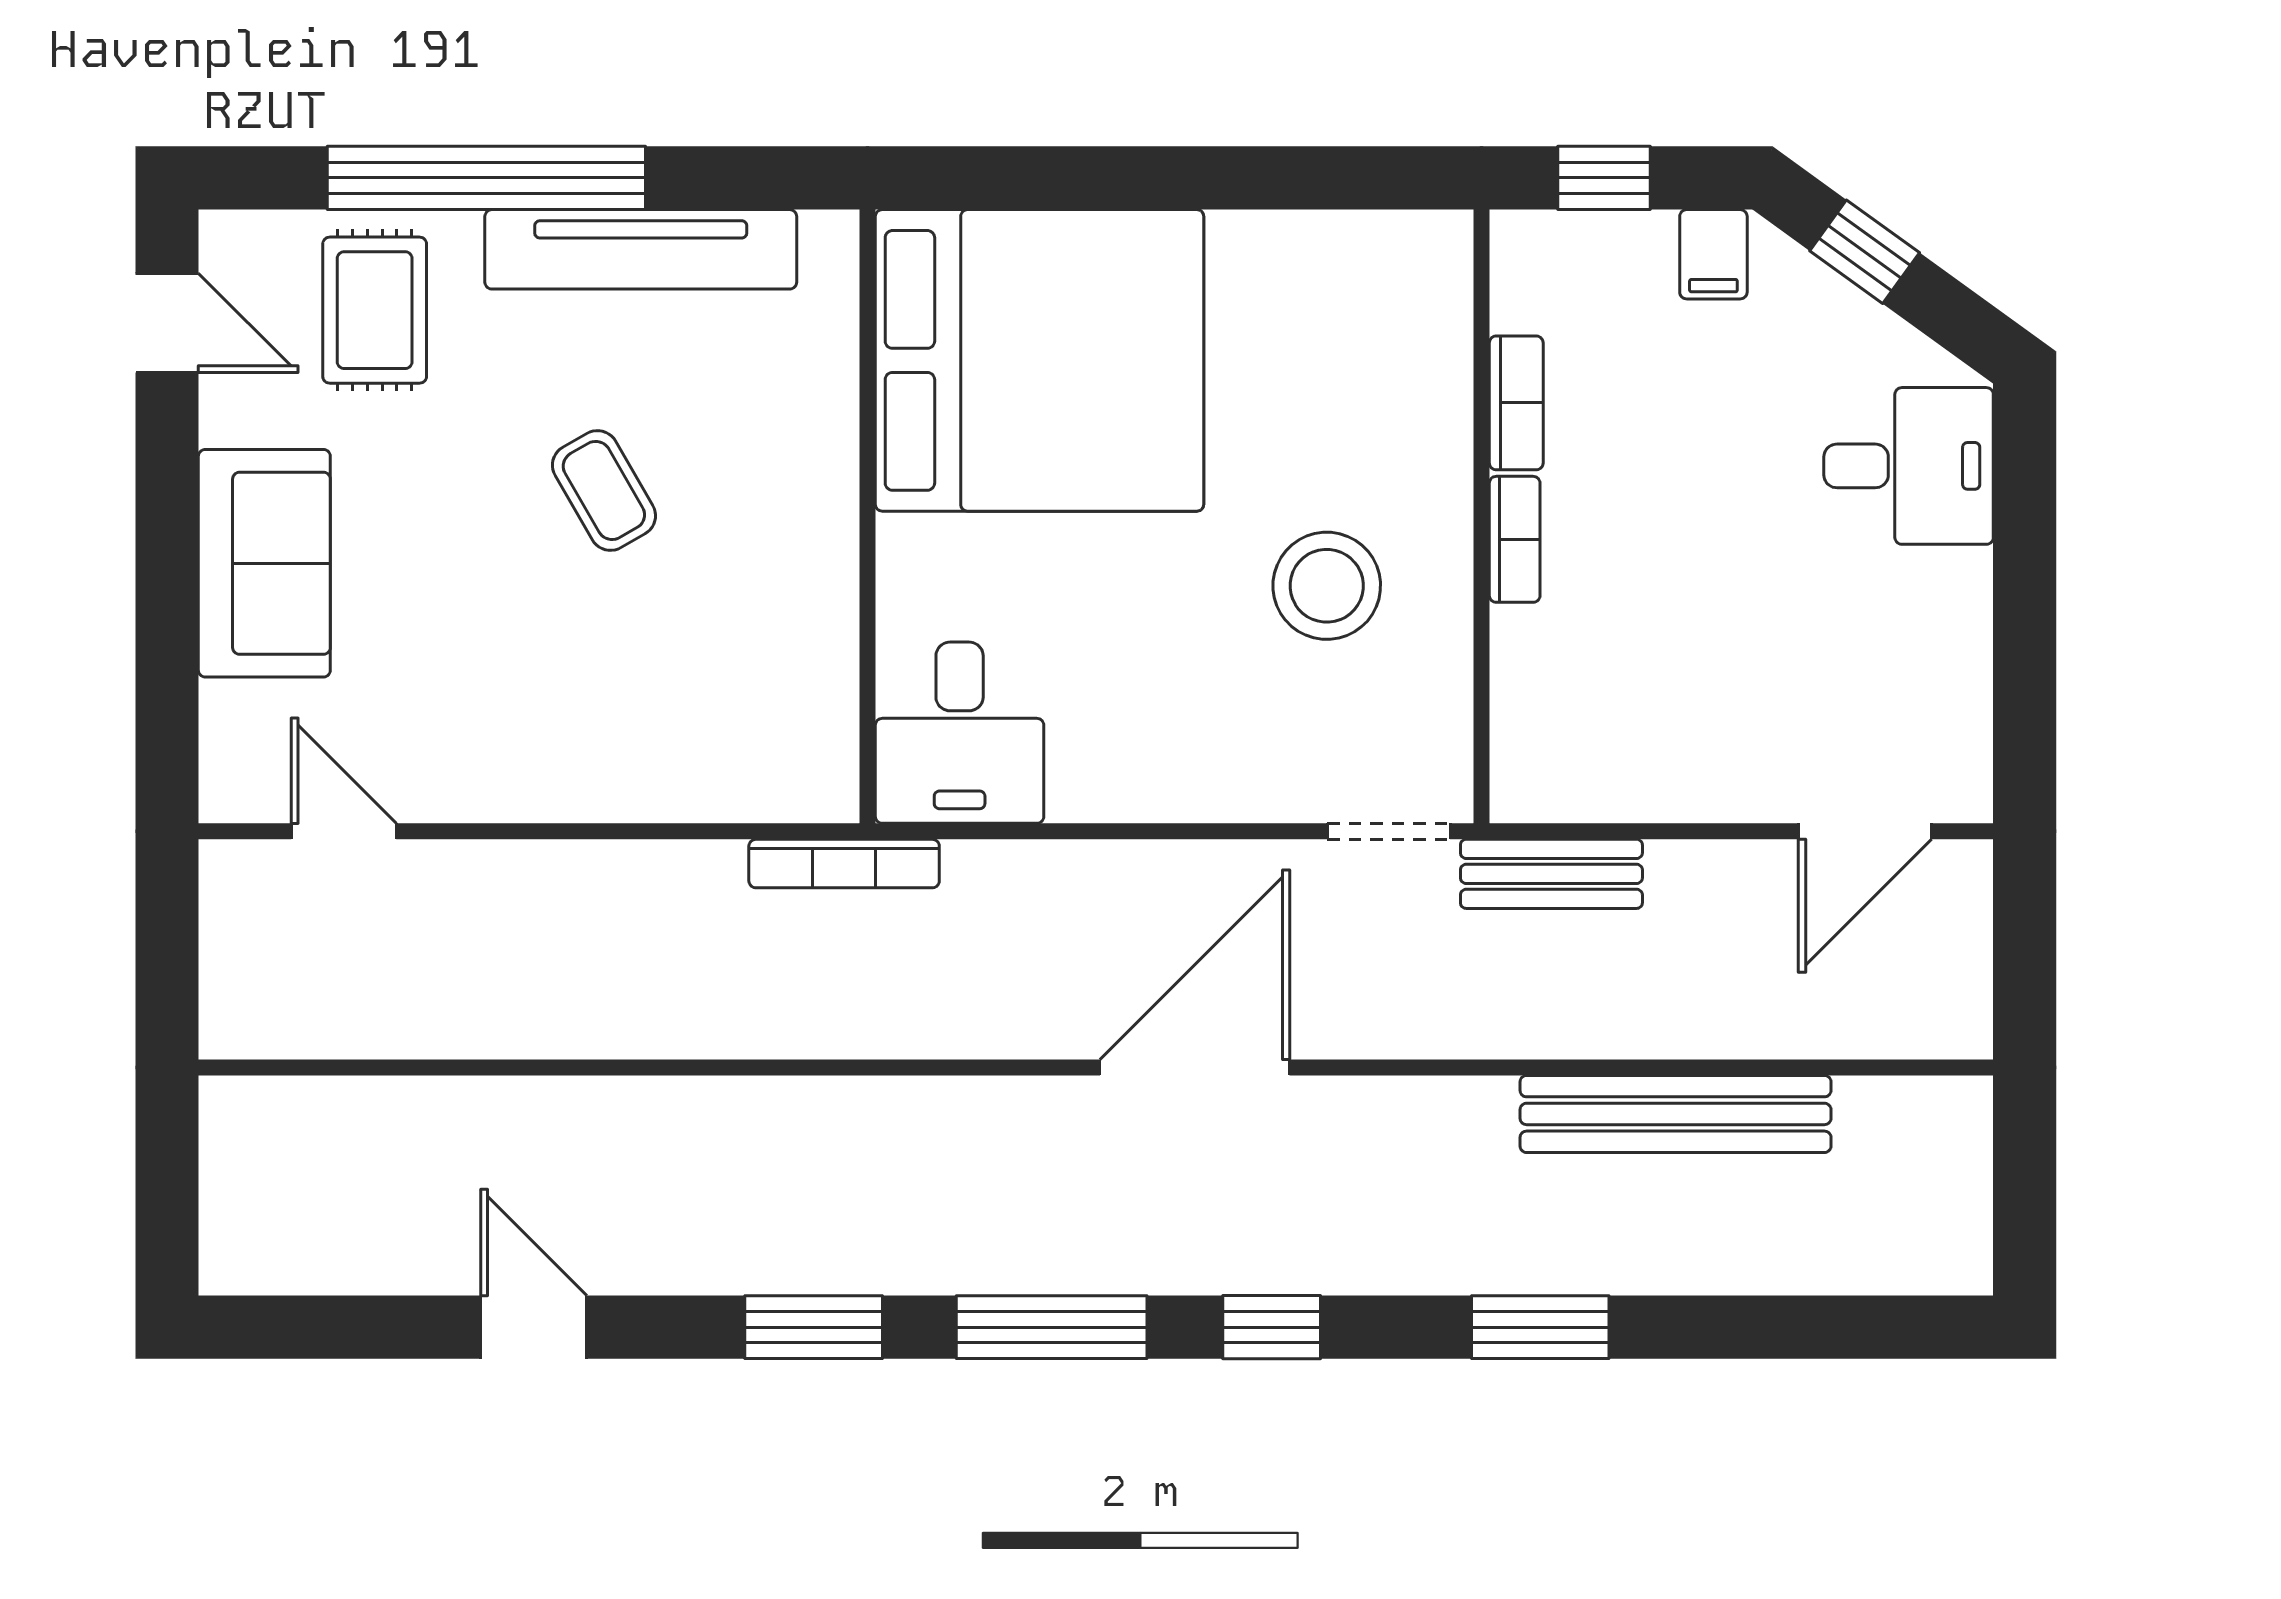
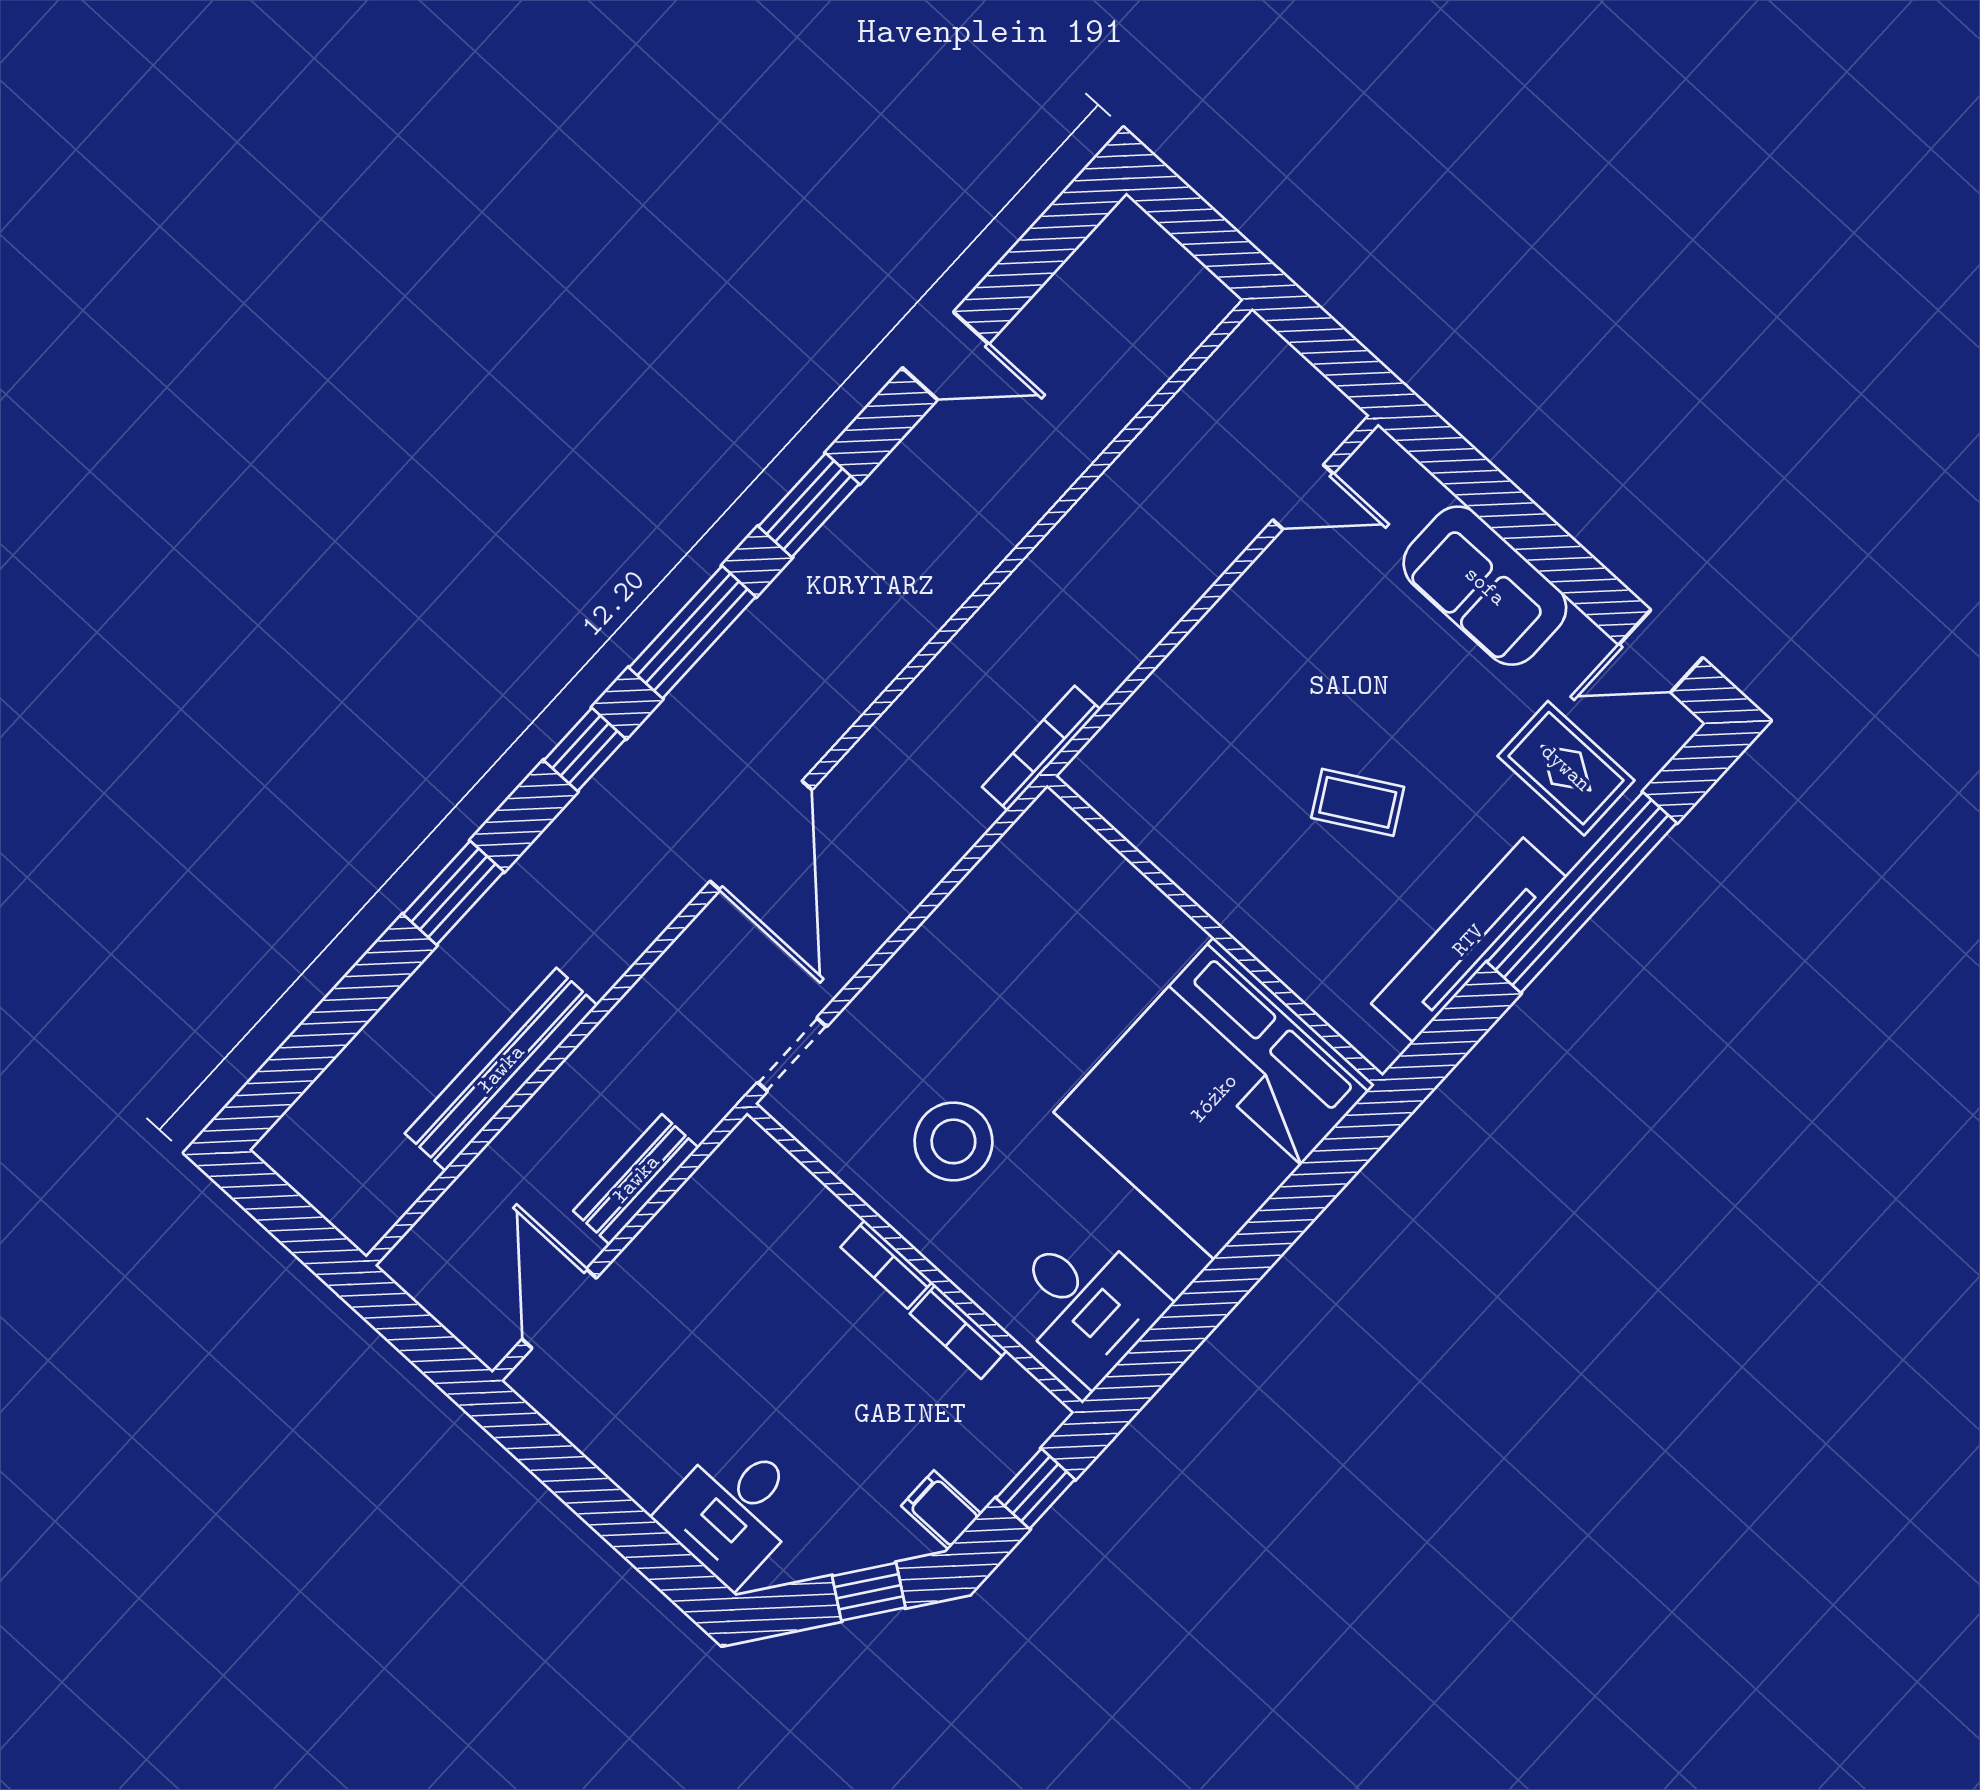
desk: (960, 733) -> (1086, 1303), moved, turned 180
bench: (1551, 874) -> (636, 1179), moved

